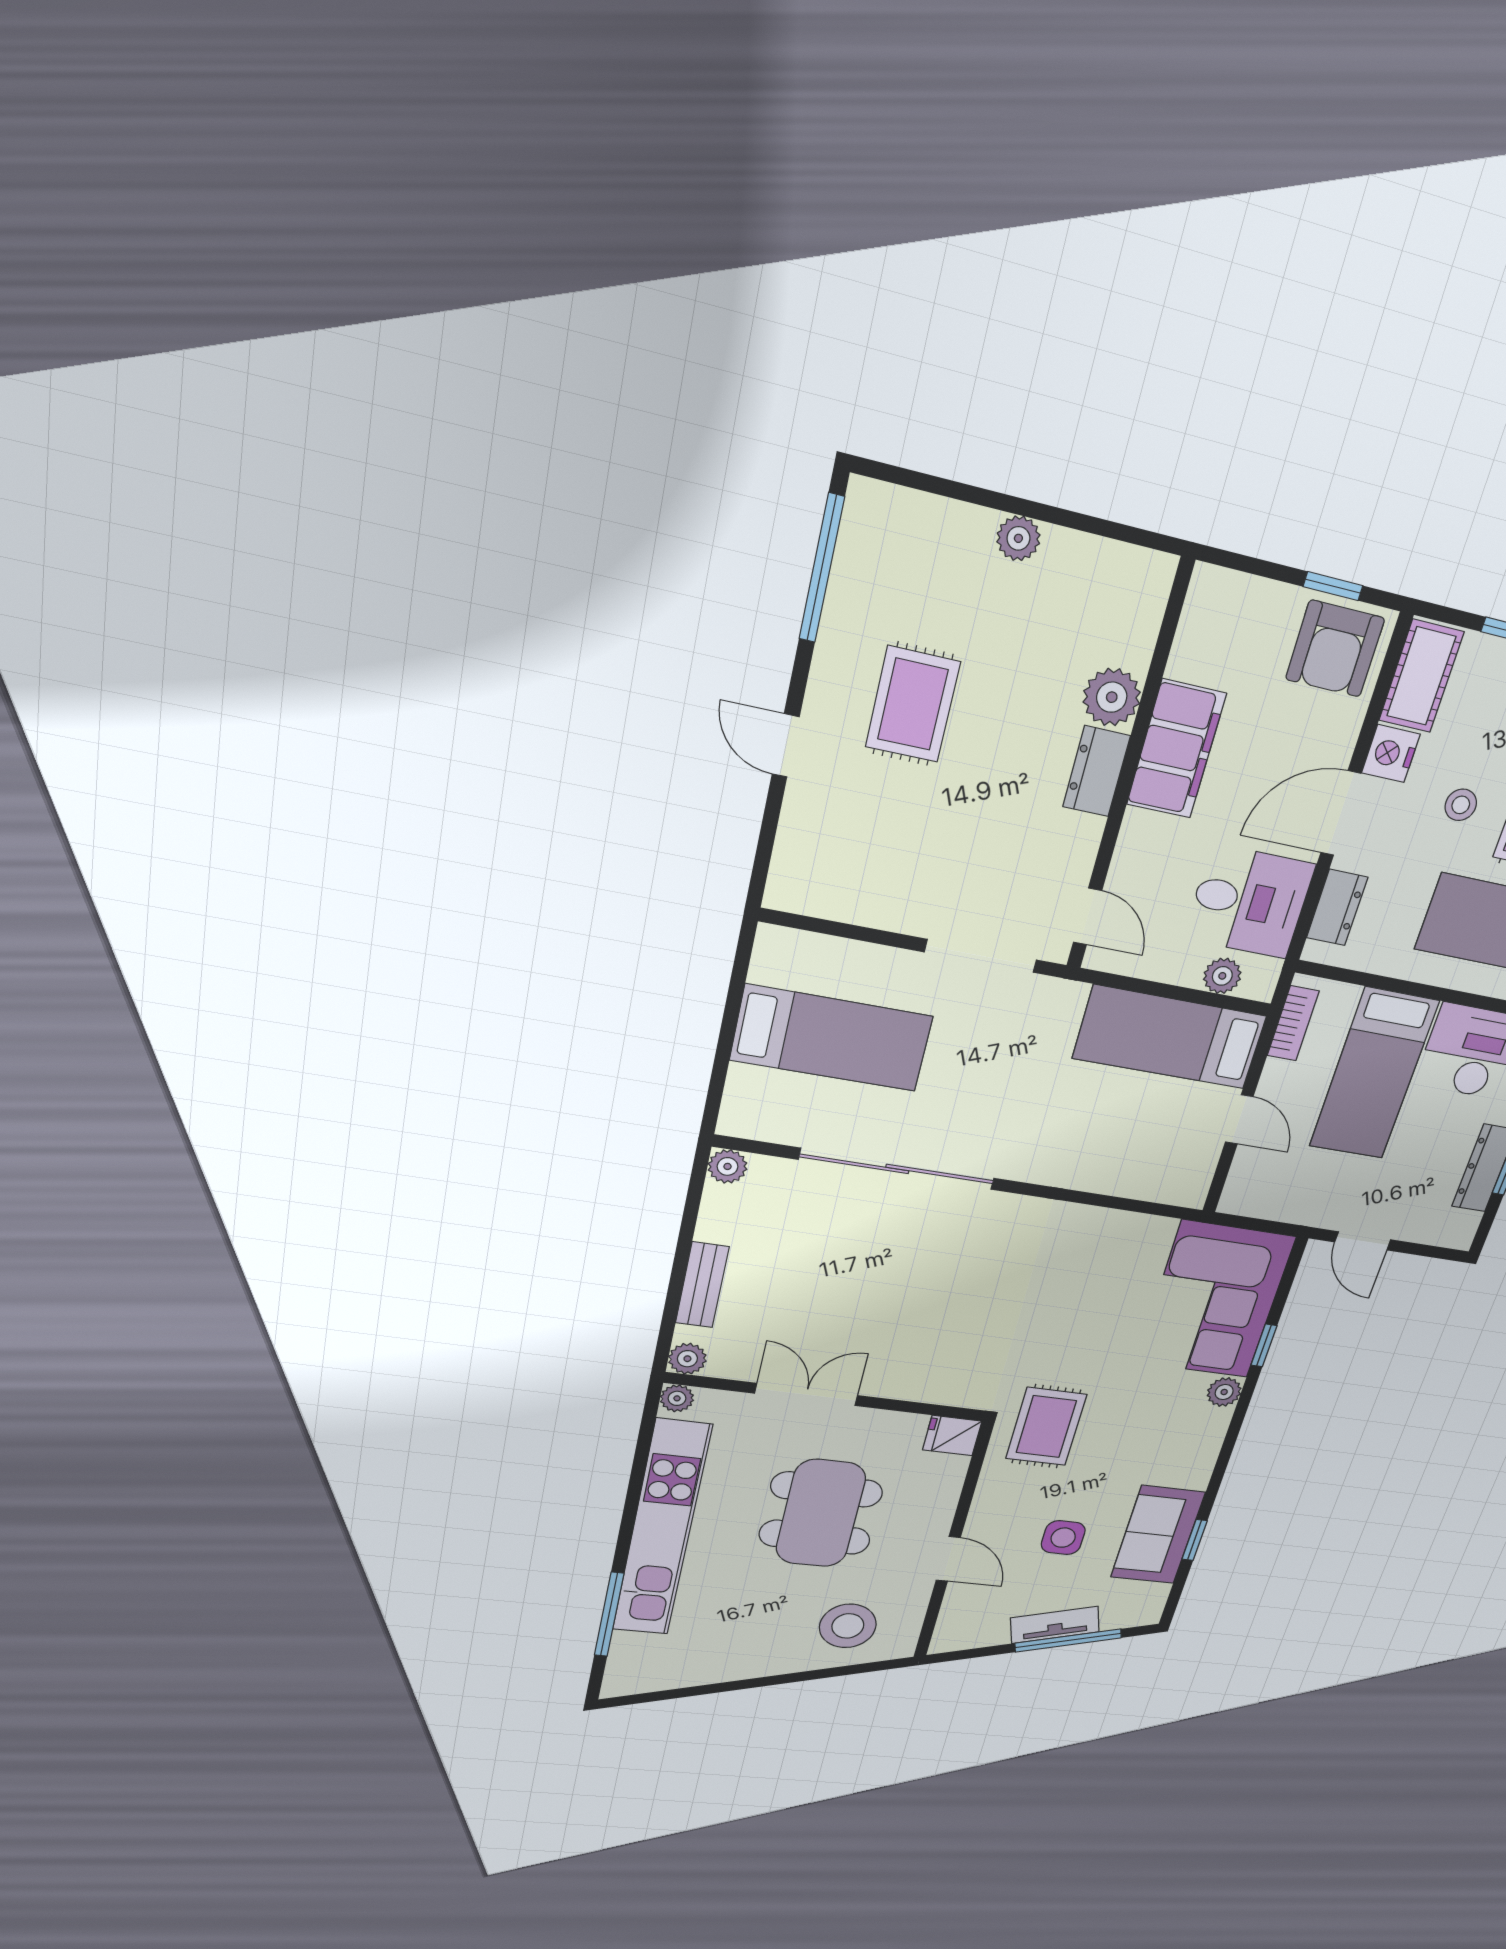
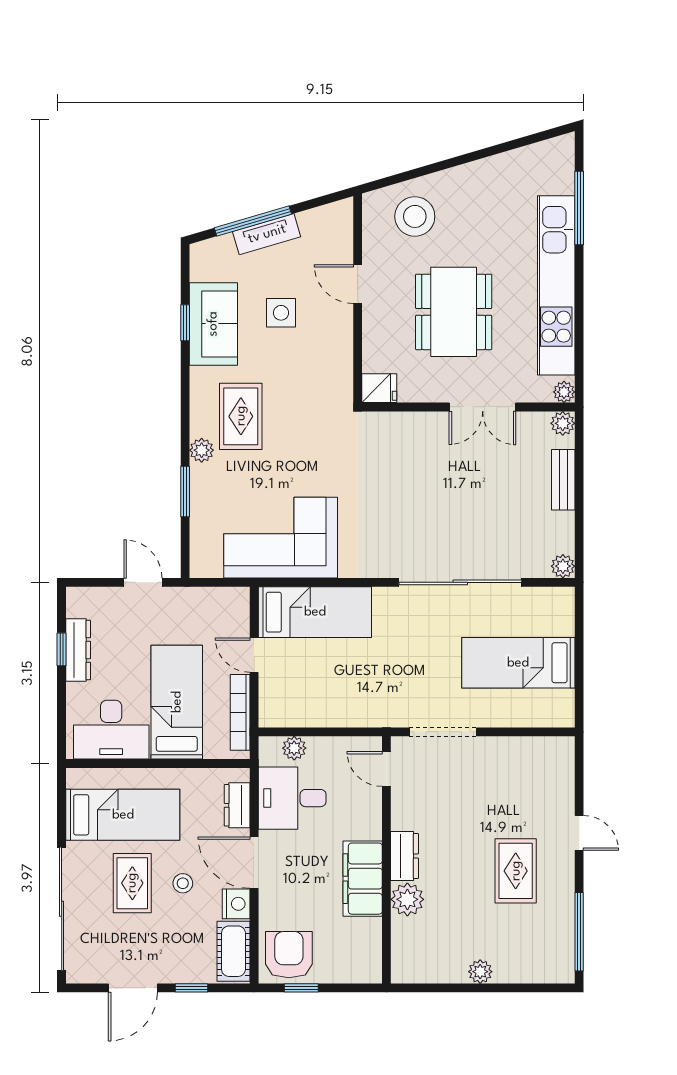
door: (1341, 813) -> (254, 863), swing flipped
bookcase: (1293, 1023) -> (240, 712), width x1.56
bed: (1170, 1037) -> (315, 612), moved
corner sofa: (1215, 1300) -> (281, 538), moved, turned -90
window: (1264, 1345) -> (185, 491), width x1.50
rug: (1046, 1427) -> (241, 416), moved

